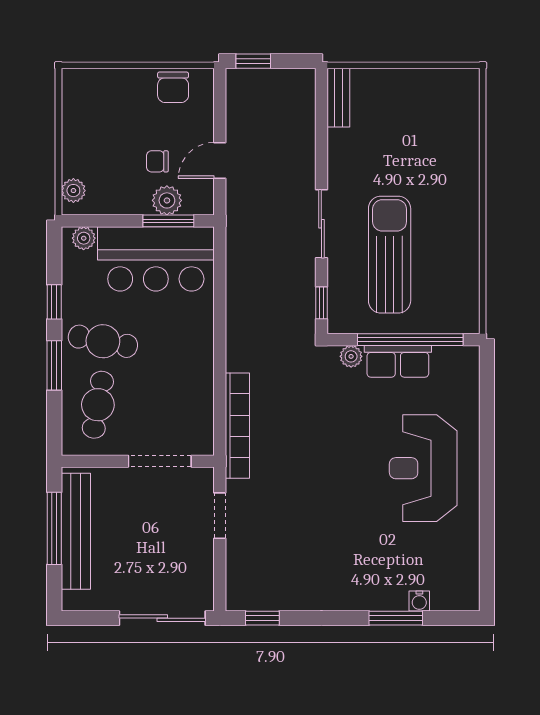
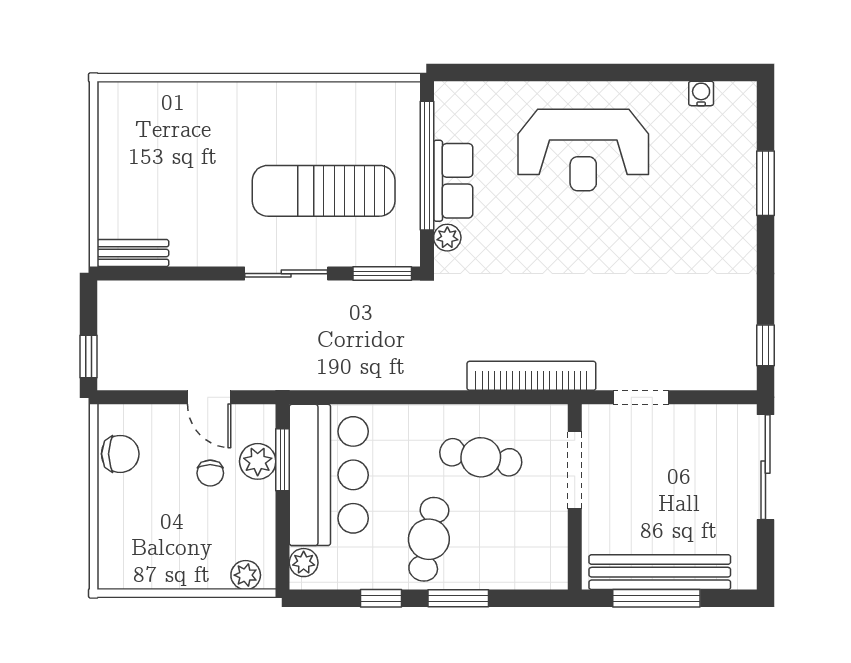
window: (321, 303) -> (382, 274), width x1.50
cafe table: (98, 405) -> (481, 457), moved
water cooler: (419, 601) -> (701, 93), moved, turned -90

